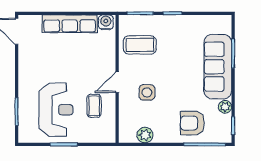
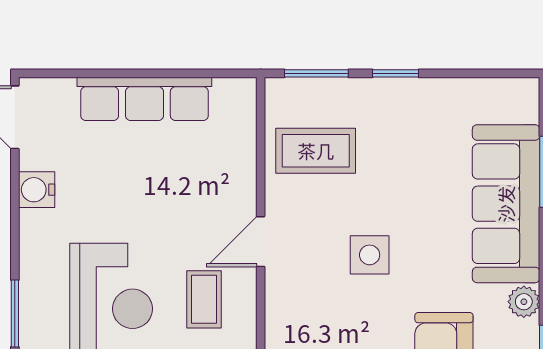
water cooler: (106, 22) -> (37, 190), moved, turned -90
side table: (147, 92) -> (370, 255), moved

